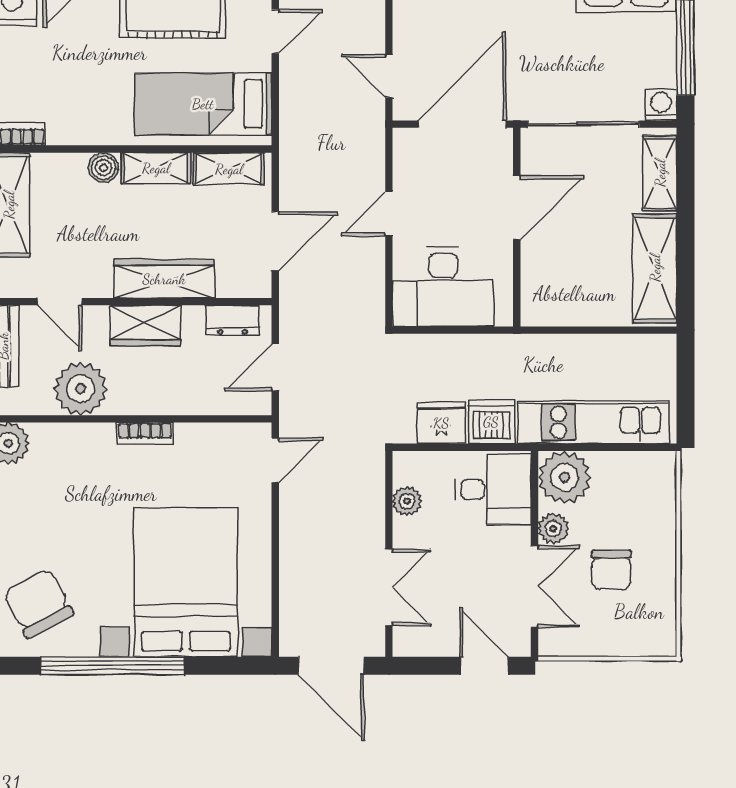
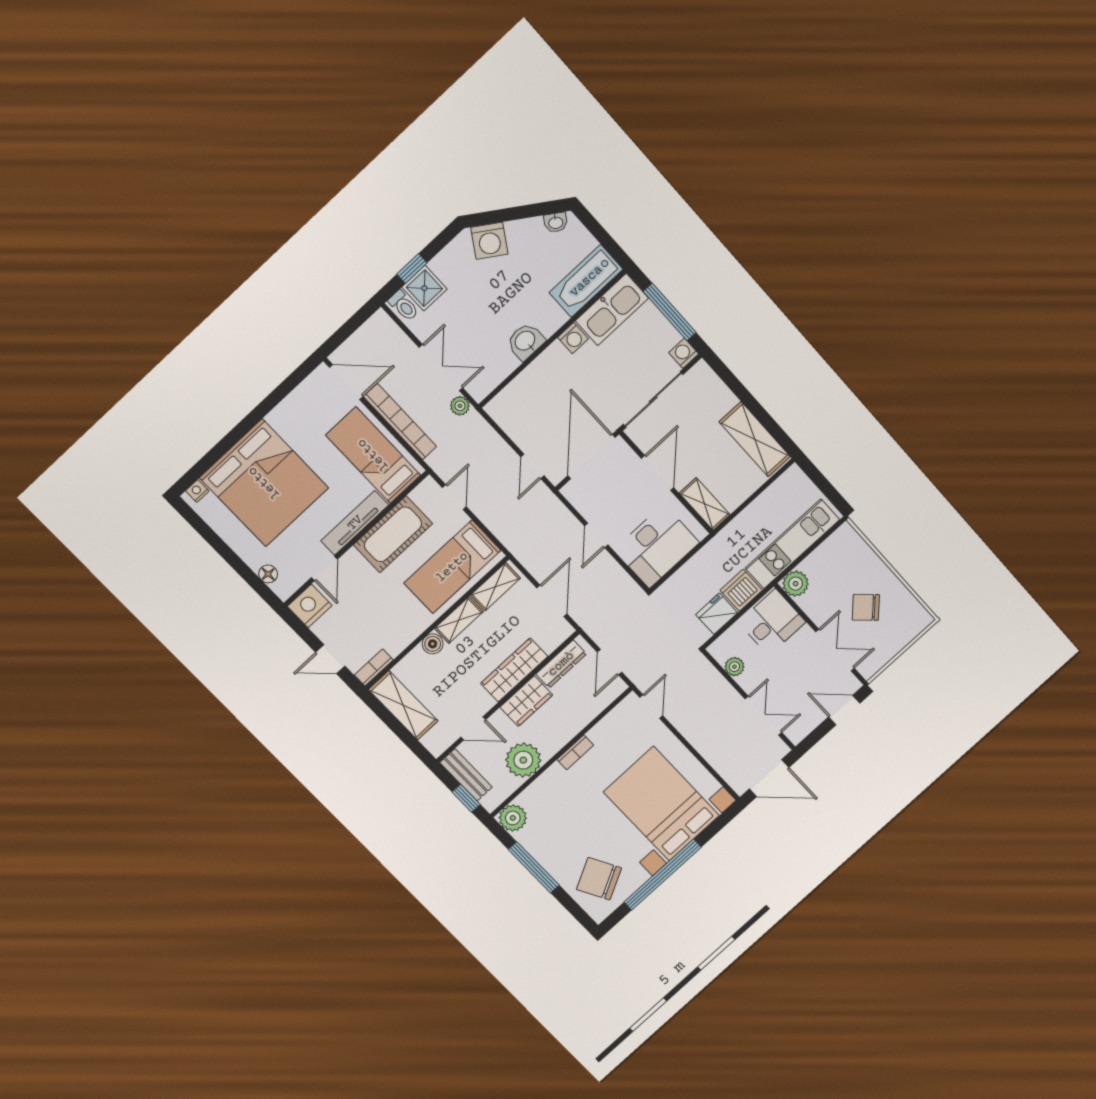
door: (389, 76) -> (532, 466), hinge flipped
shelving: (660, 173) -> (705, 504), moved
dresser: (233, 320) -> (561, 664), width x1.44
plant: (565, 477) -> (796, 584), width x0.73, depth x0.73
plant: (553, 528) -> (819, 614), removed
chair: (611, 570) -> (866, 607), turned 134

